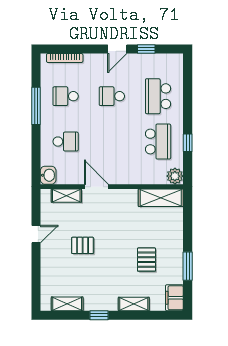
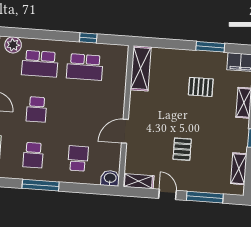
school desk: (158, 142) -> (85, 67), turned 180
plant: (175, 176) -> (13, 45), moved
shelving: (66, 196) -> (138, 181), moved, turned 90
window: (36, 272) -> (205, 197), added

